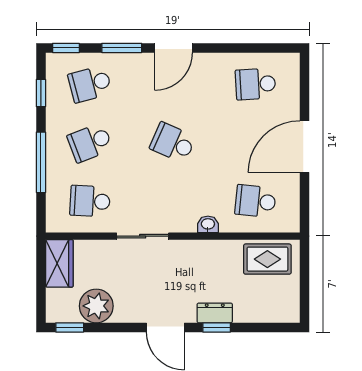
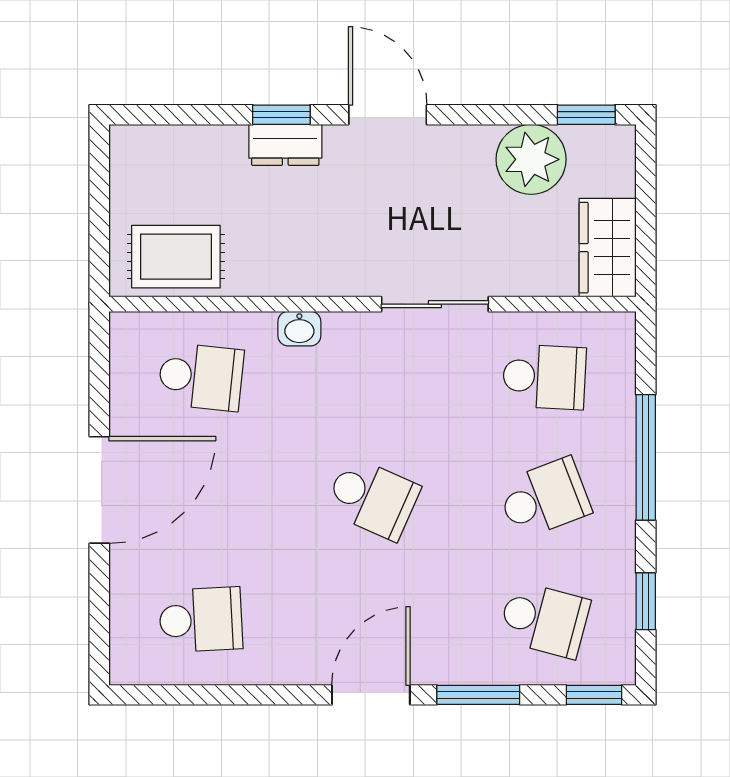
school desk: (90, 84) -> (544, 620), turned 30

